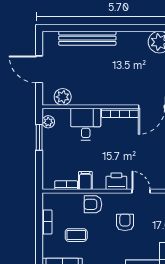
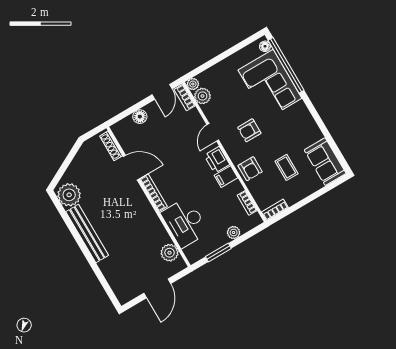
bench: (87, 38) -> (87, 234), moved
plant: (48, 122) -> (234, 232), moved
desk: (86, 124) -> (185, 223), width x1.37
filing cabinet: (85, 181) -> (226, 177), moved
bookcase: (47, 222) -> (275, 210), moved

